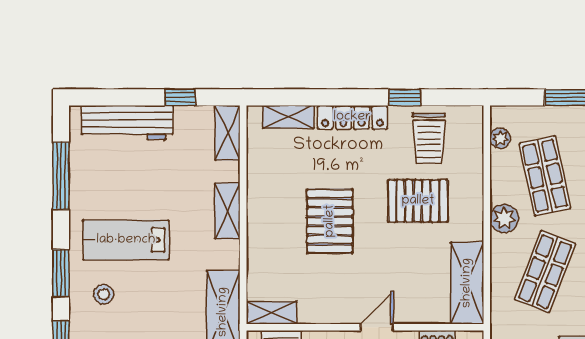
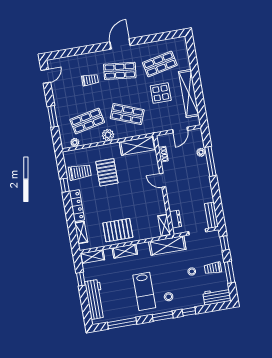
pallet: (330, 221) -> (118, 230), moved

